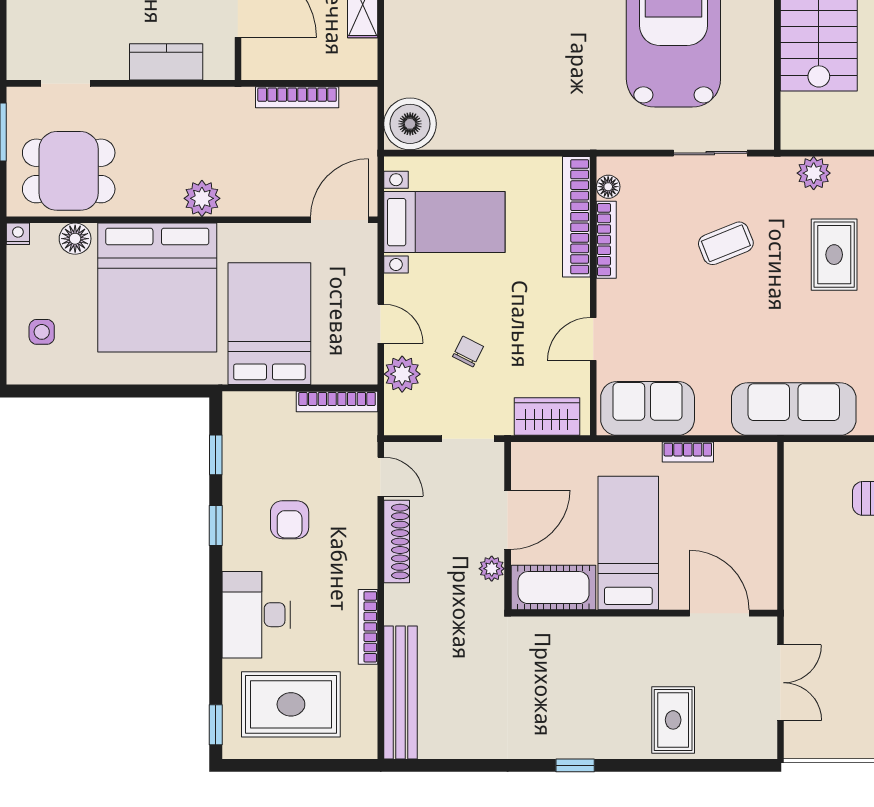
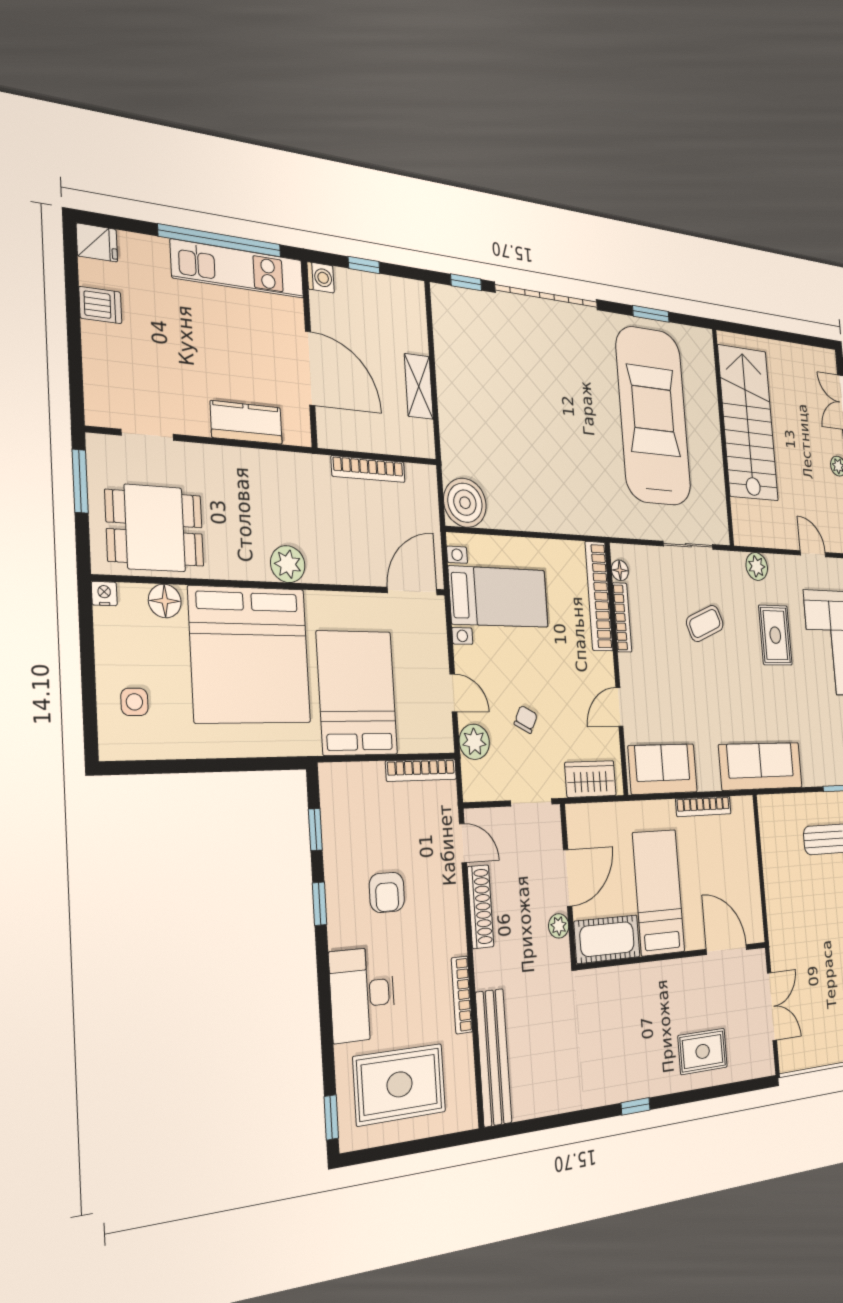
bookcase: (688, 452) -> (703, 806), width x1.56
rug: (673, 720) -> (703, 1051), turned 90

